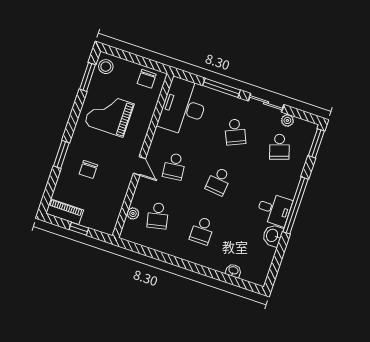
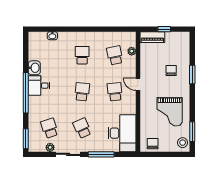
grand piano: (109, 114) -> (170, 112), turned 90
piano: (65, 212) -> (152, 37), moved

